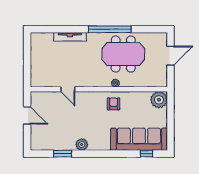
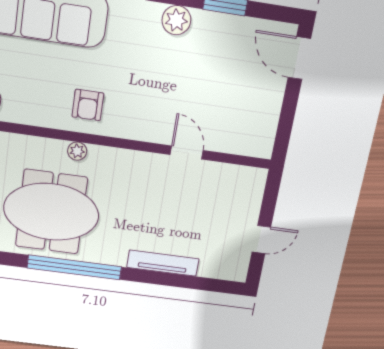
door: (27, 54) -> (261, 240), added
door: (27, 115) -> (299, 58), moved

